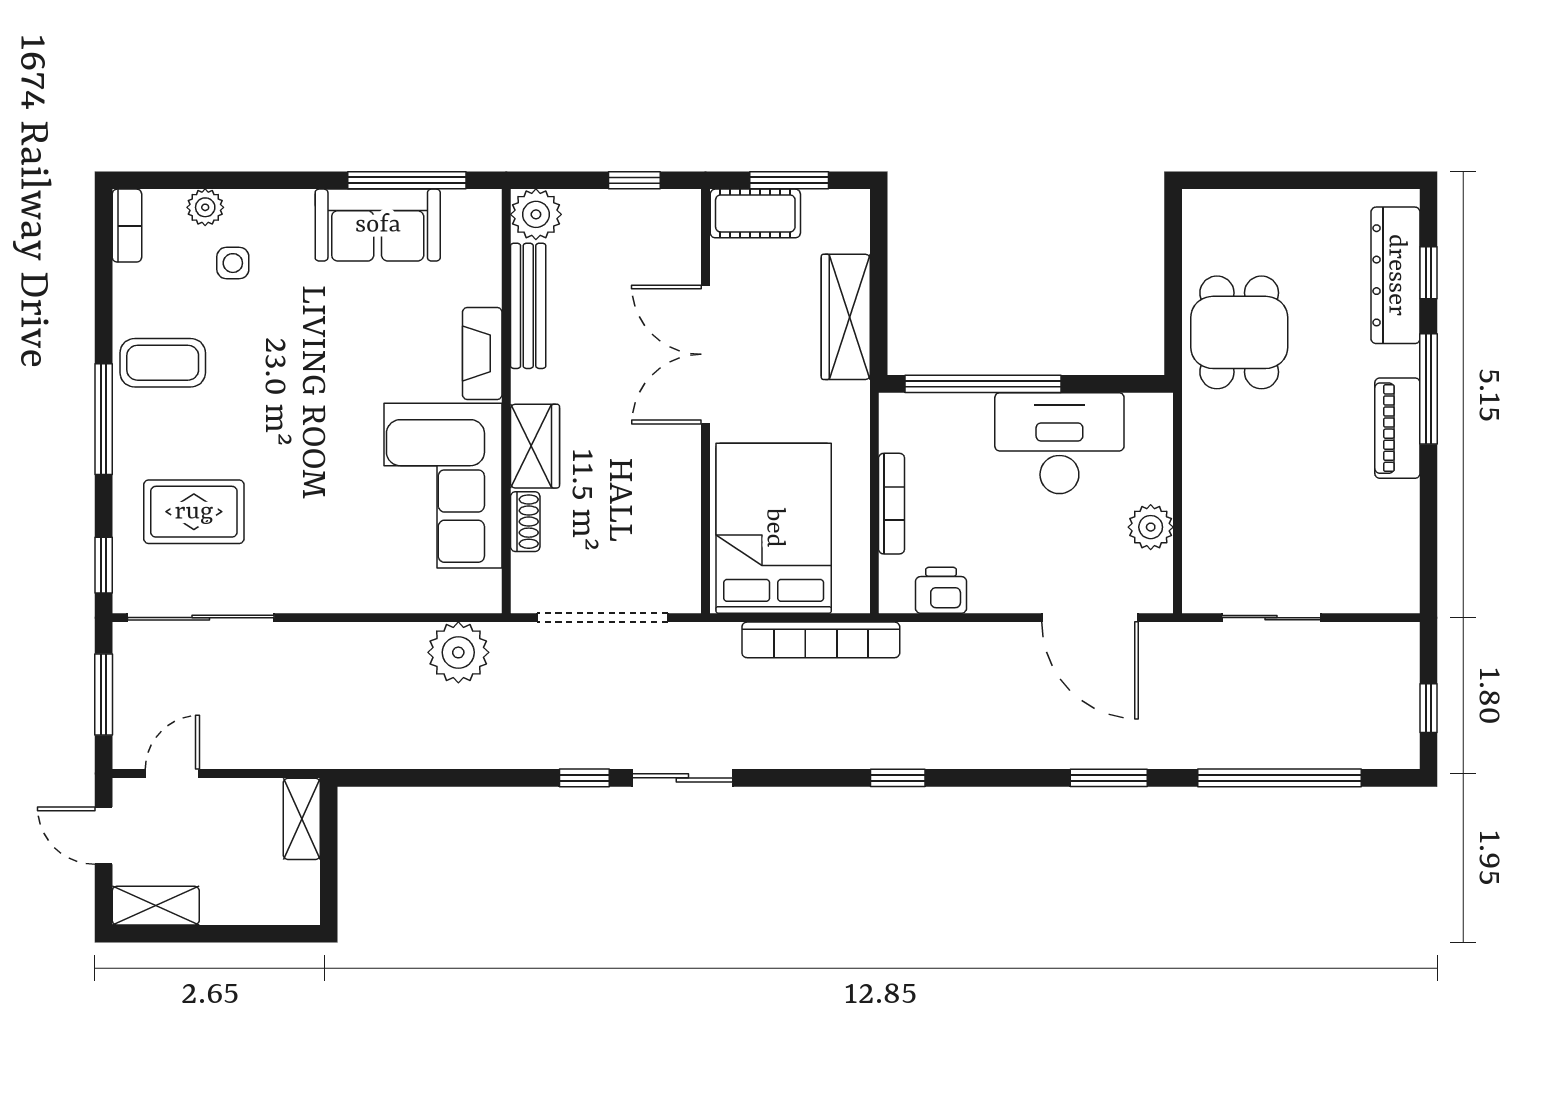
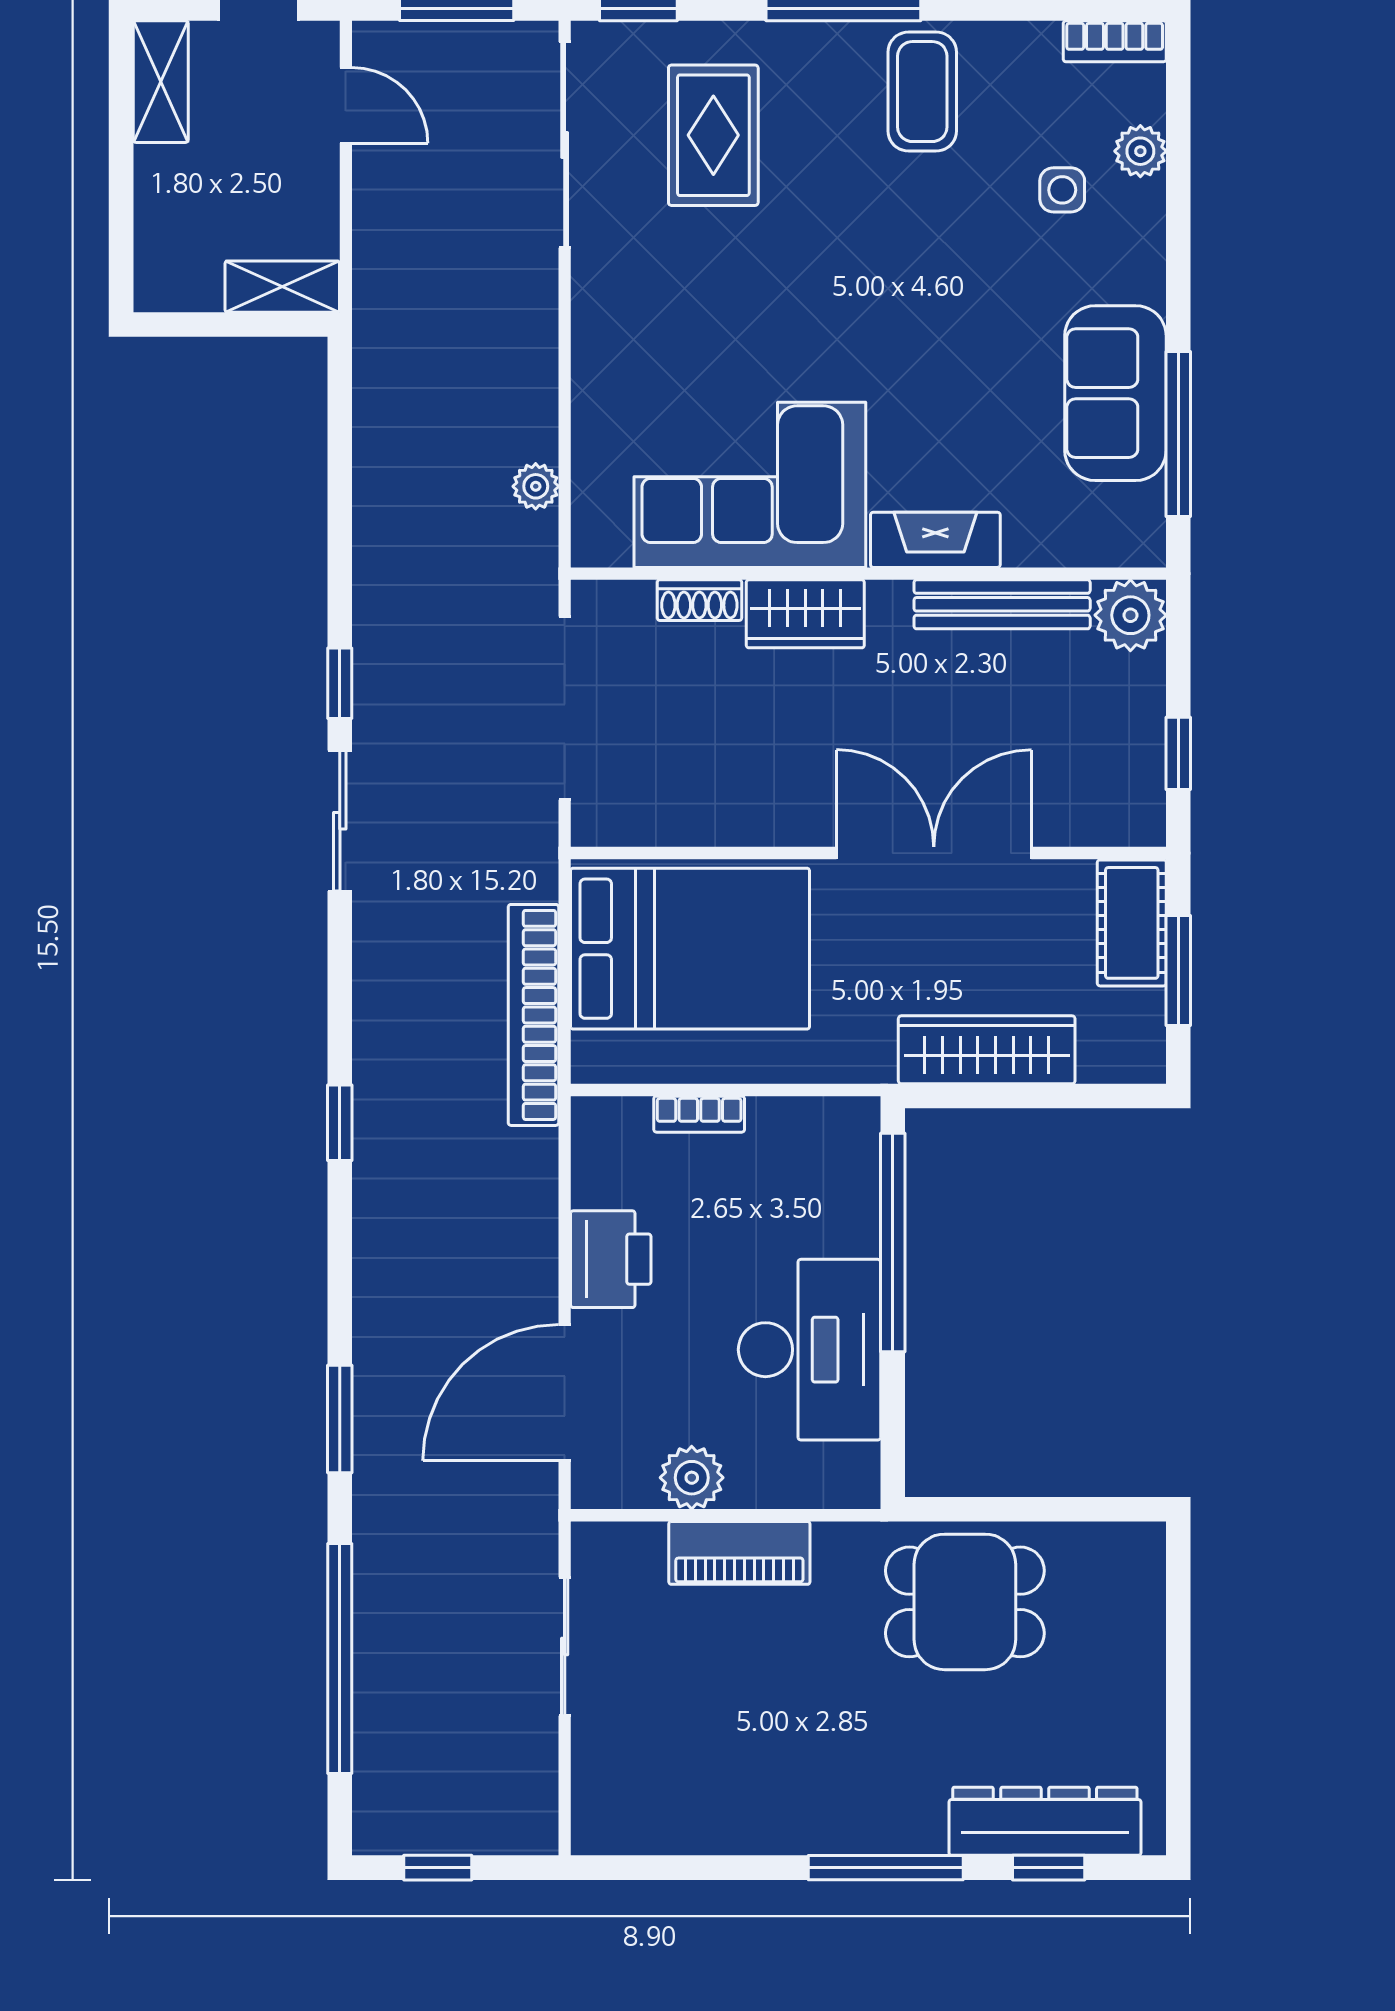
piano: (1397, 428) -> (739, 1553), moved, turned 180
bookcase: (892, 504) -> (699, 1114), width x0.64
printer: (941, 590) -> (611, 1259), moved, width x1.36, depth x1.24
plant: (458, 652) -> (536, 486), width x0.53, depth x0.53

